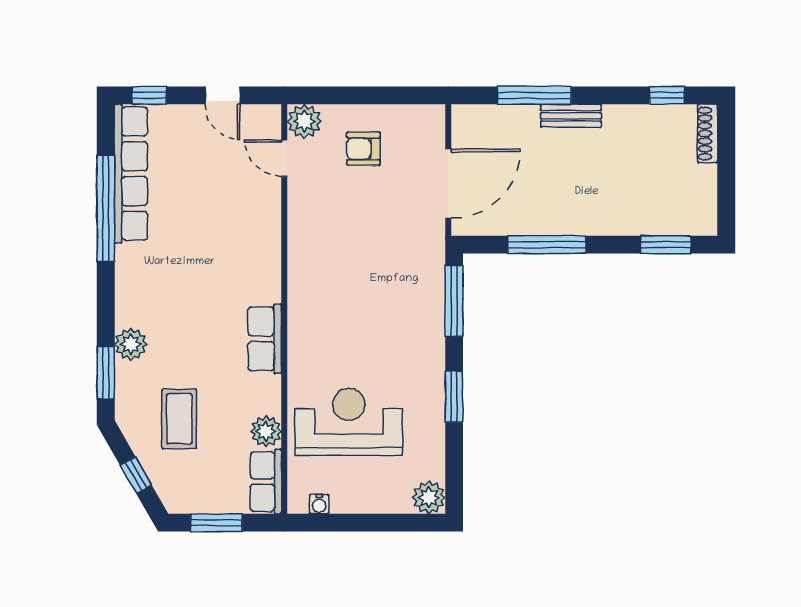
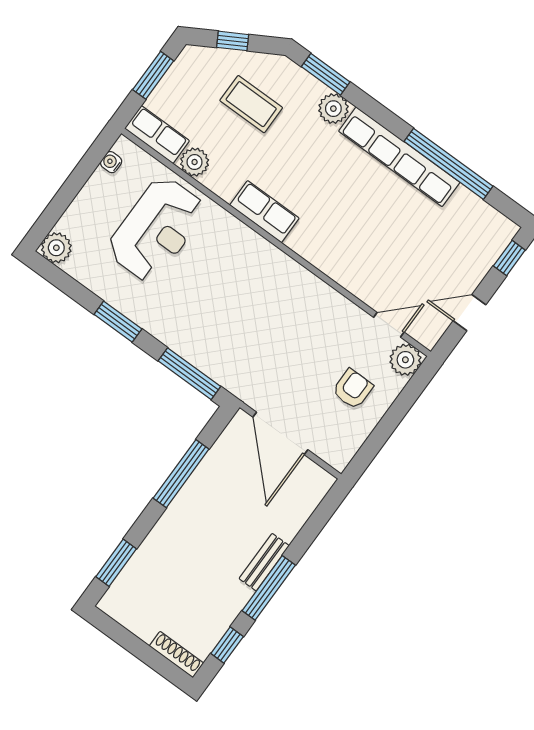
window: (534, 95) -> (269, 588), moved
row of seats: (131, 174) -> (399, 157), moved

